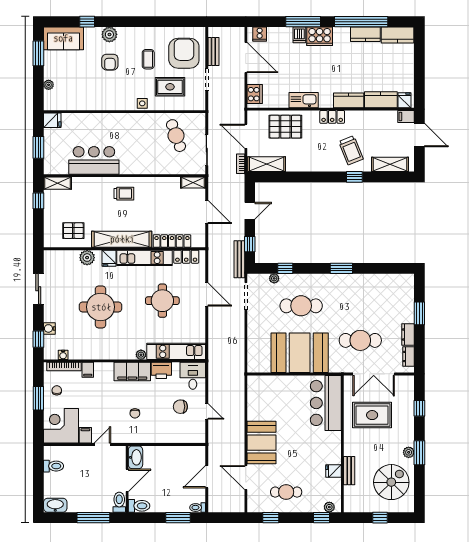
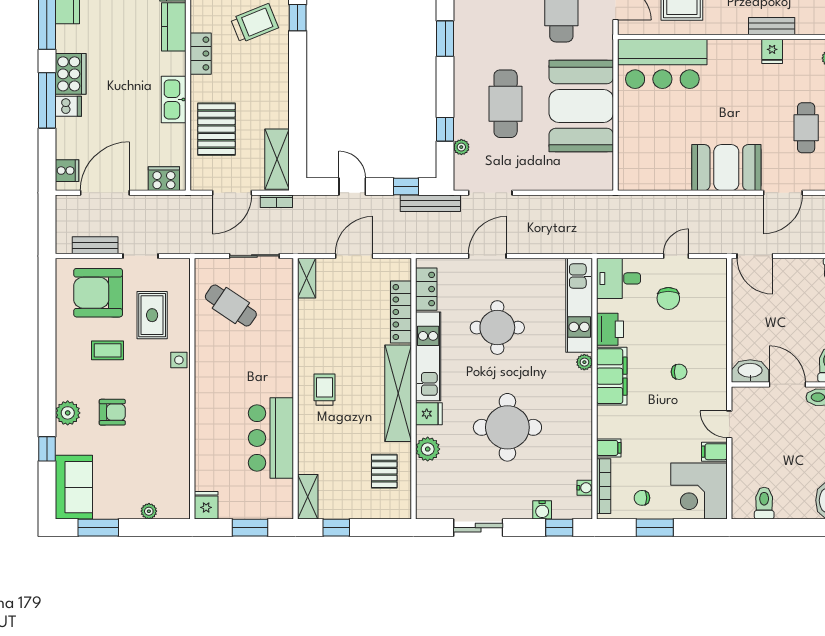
cafe table: (176, 136) -> (231, 306), turned 54
door: (207, 477) -> (755, 256), moved

